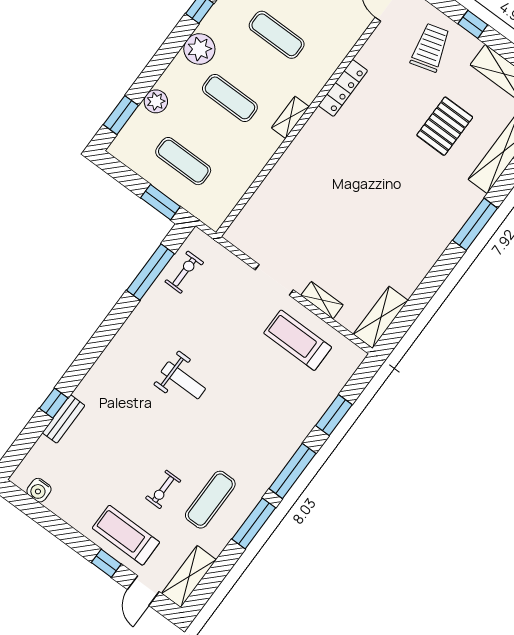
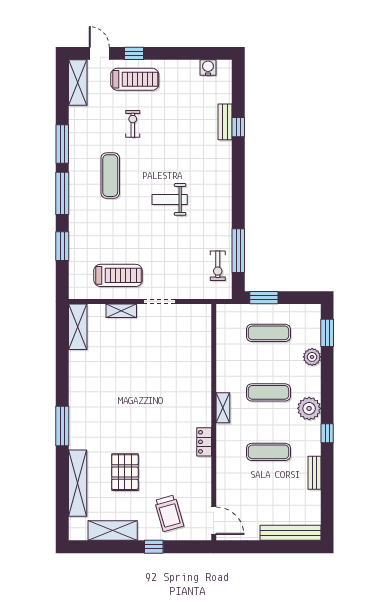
locker: (343, 88) -> (204, 442), width x0.66
exercise mat: (210, 500) -> (110, 176), moved

